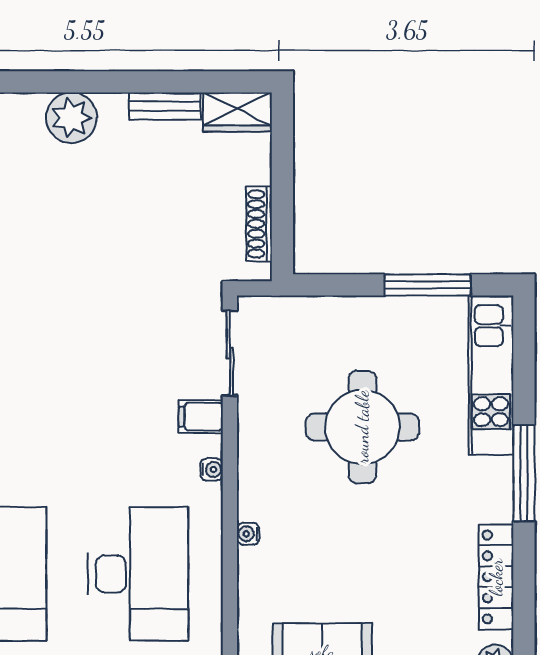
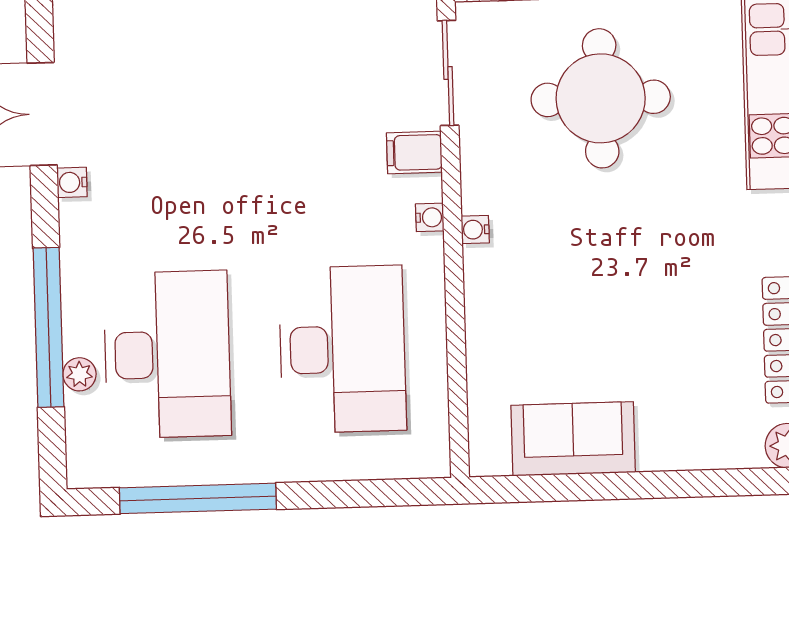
round table: (362, 427) -> (601, 98), moved
water cooler: (248, 534) -> (475, 230), moved

